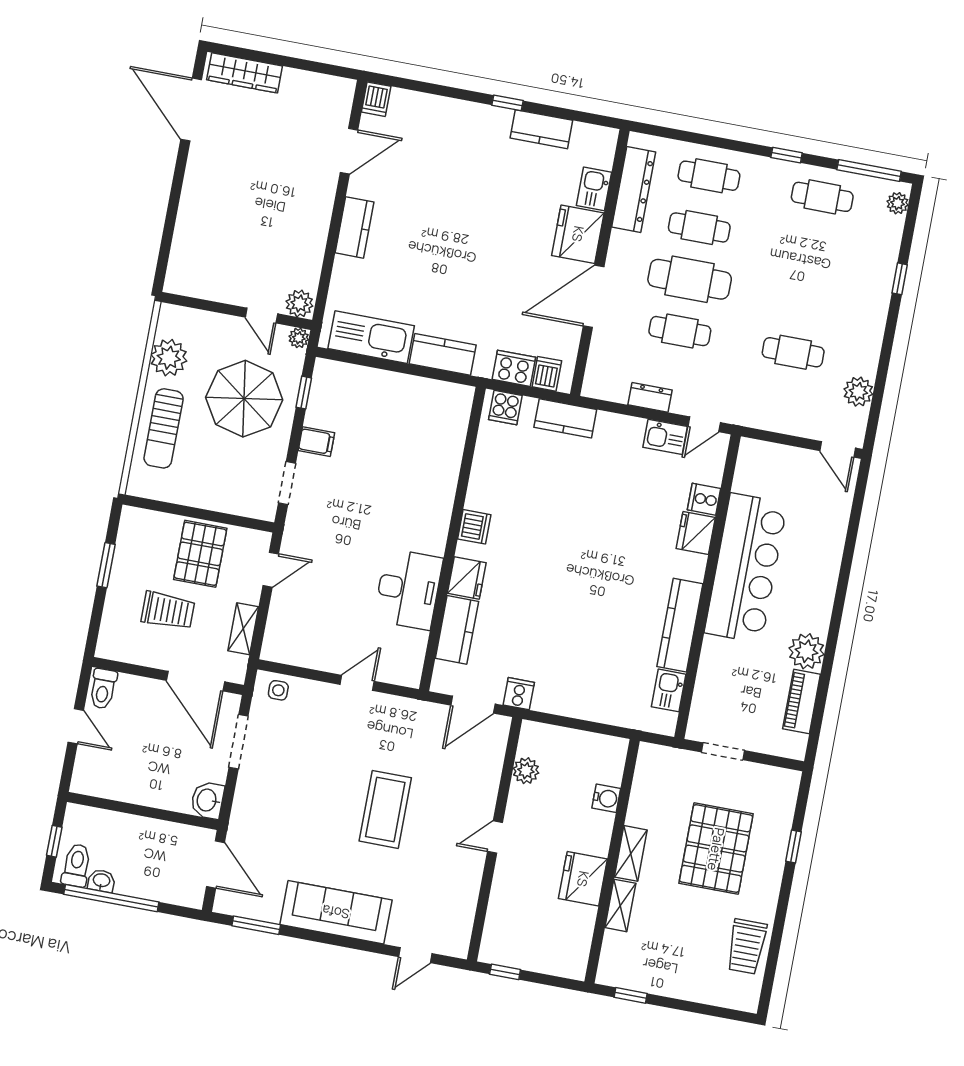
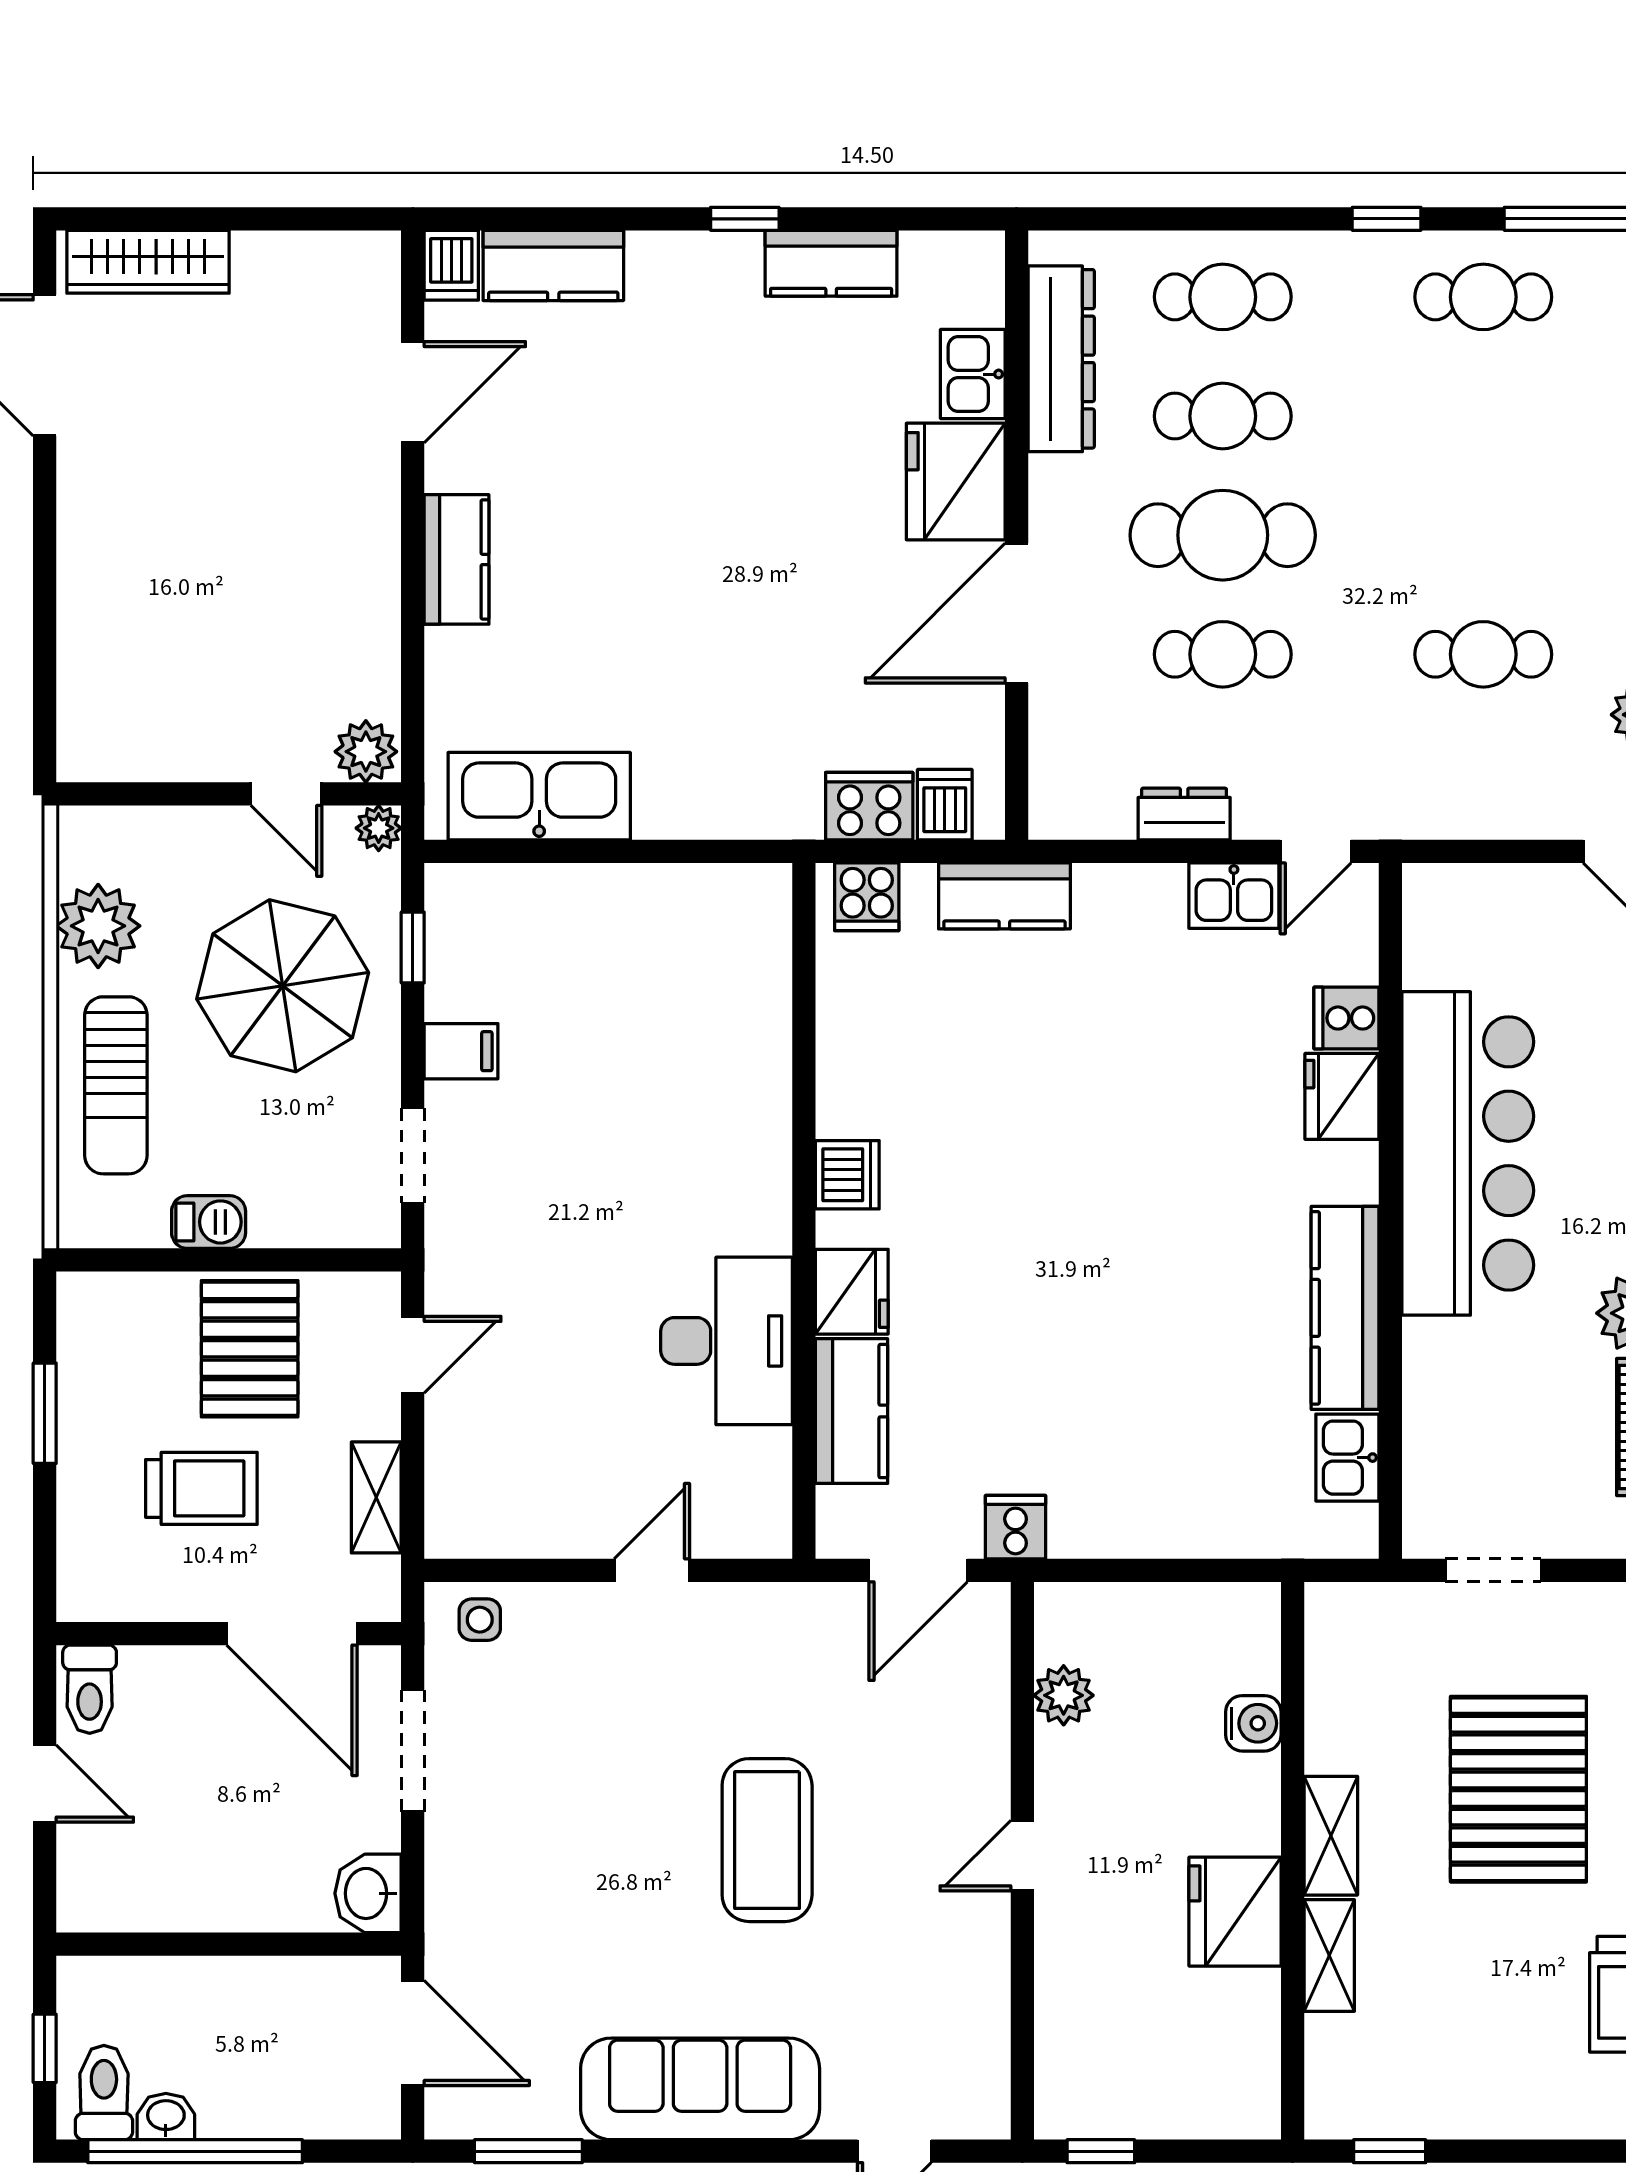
kitchen counter: (443, 354) -> (553, 265), moved, turned 180
barbecue: (193, 495) -> (209, 1222), added

